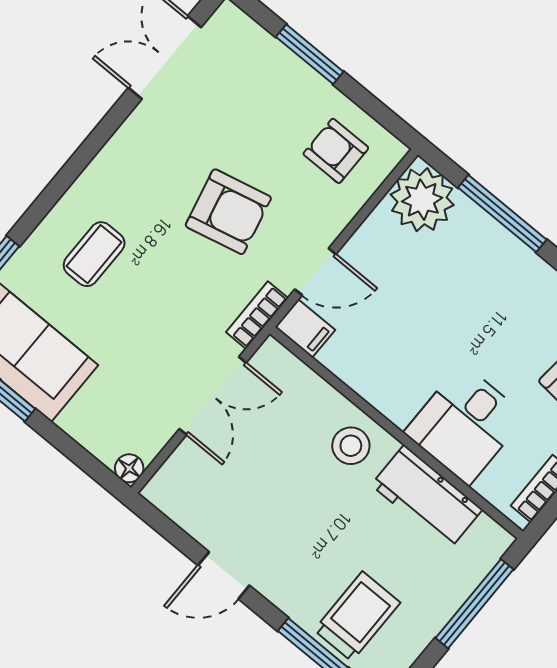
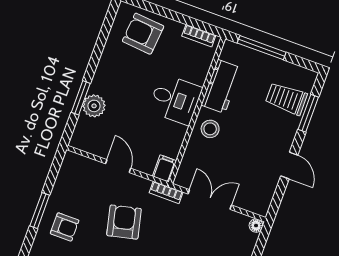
armchair: (336, 151) -> (65, 227), moved, turned -90
plant: (422, 200) -> (94, 106), moved, width x0.73, depth x0.73
window: (502, 214) -> (81, 98), width x0.69
door: (315, 272) -> (118, 166), moved
desk: (465, 424) -> (175, 99), moved

